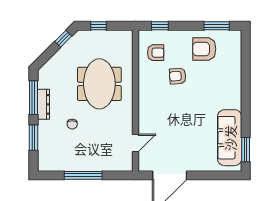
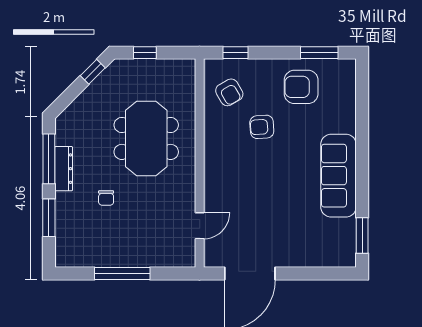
armchair: (156, 53) -> (229, 92), turned 60
sofa: (230, 138) -> (338, 176), moved

